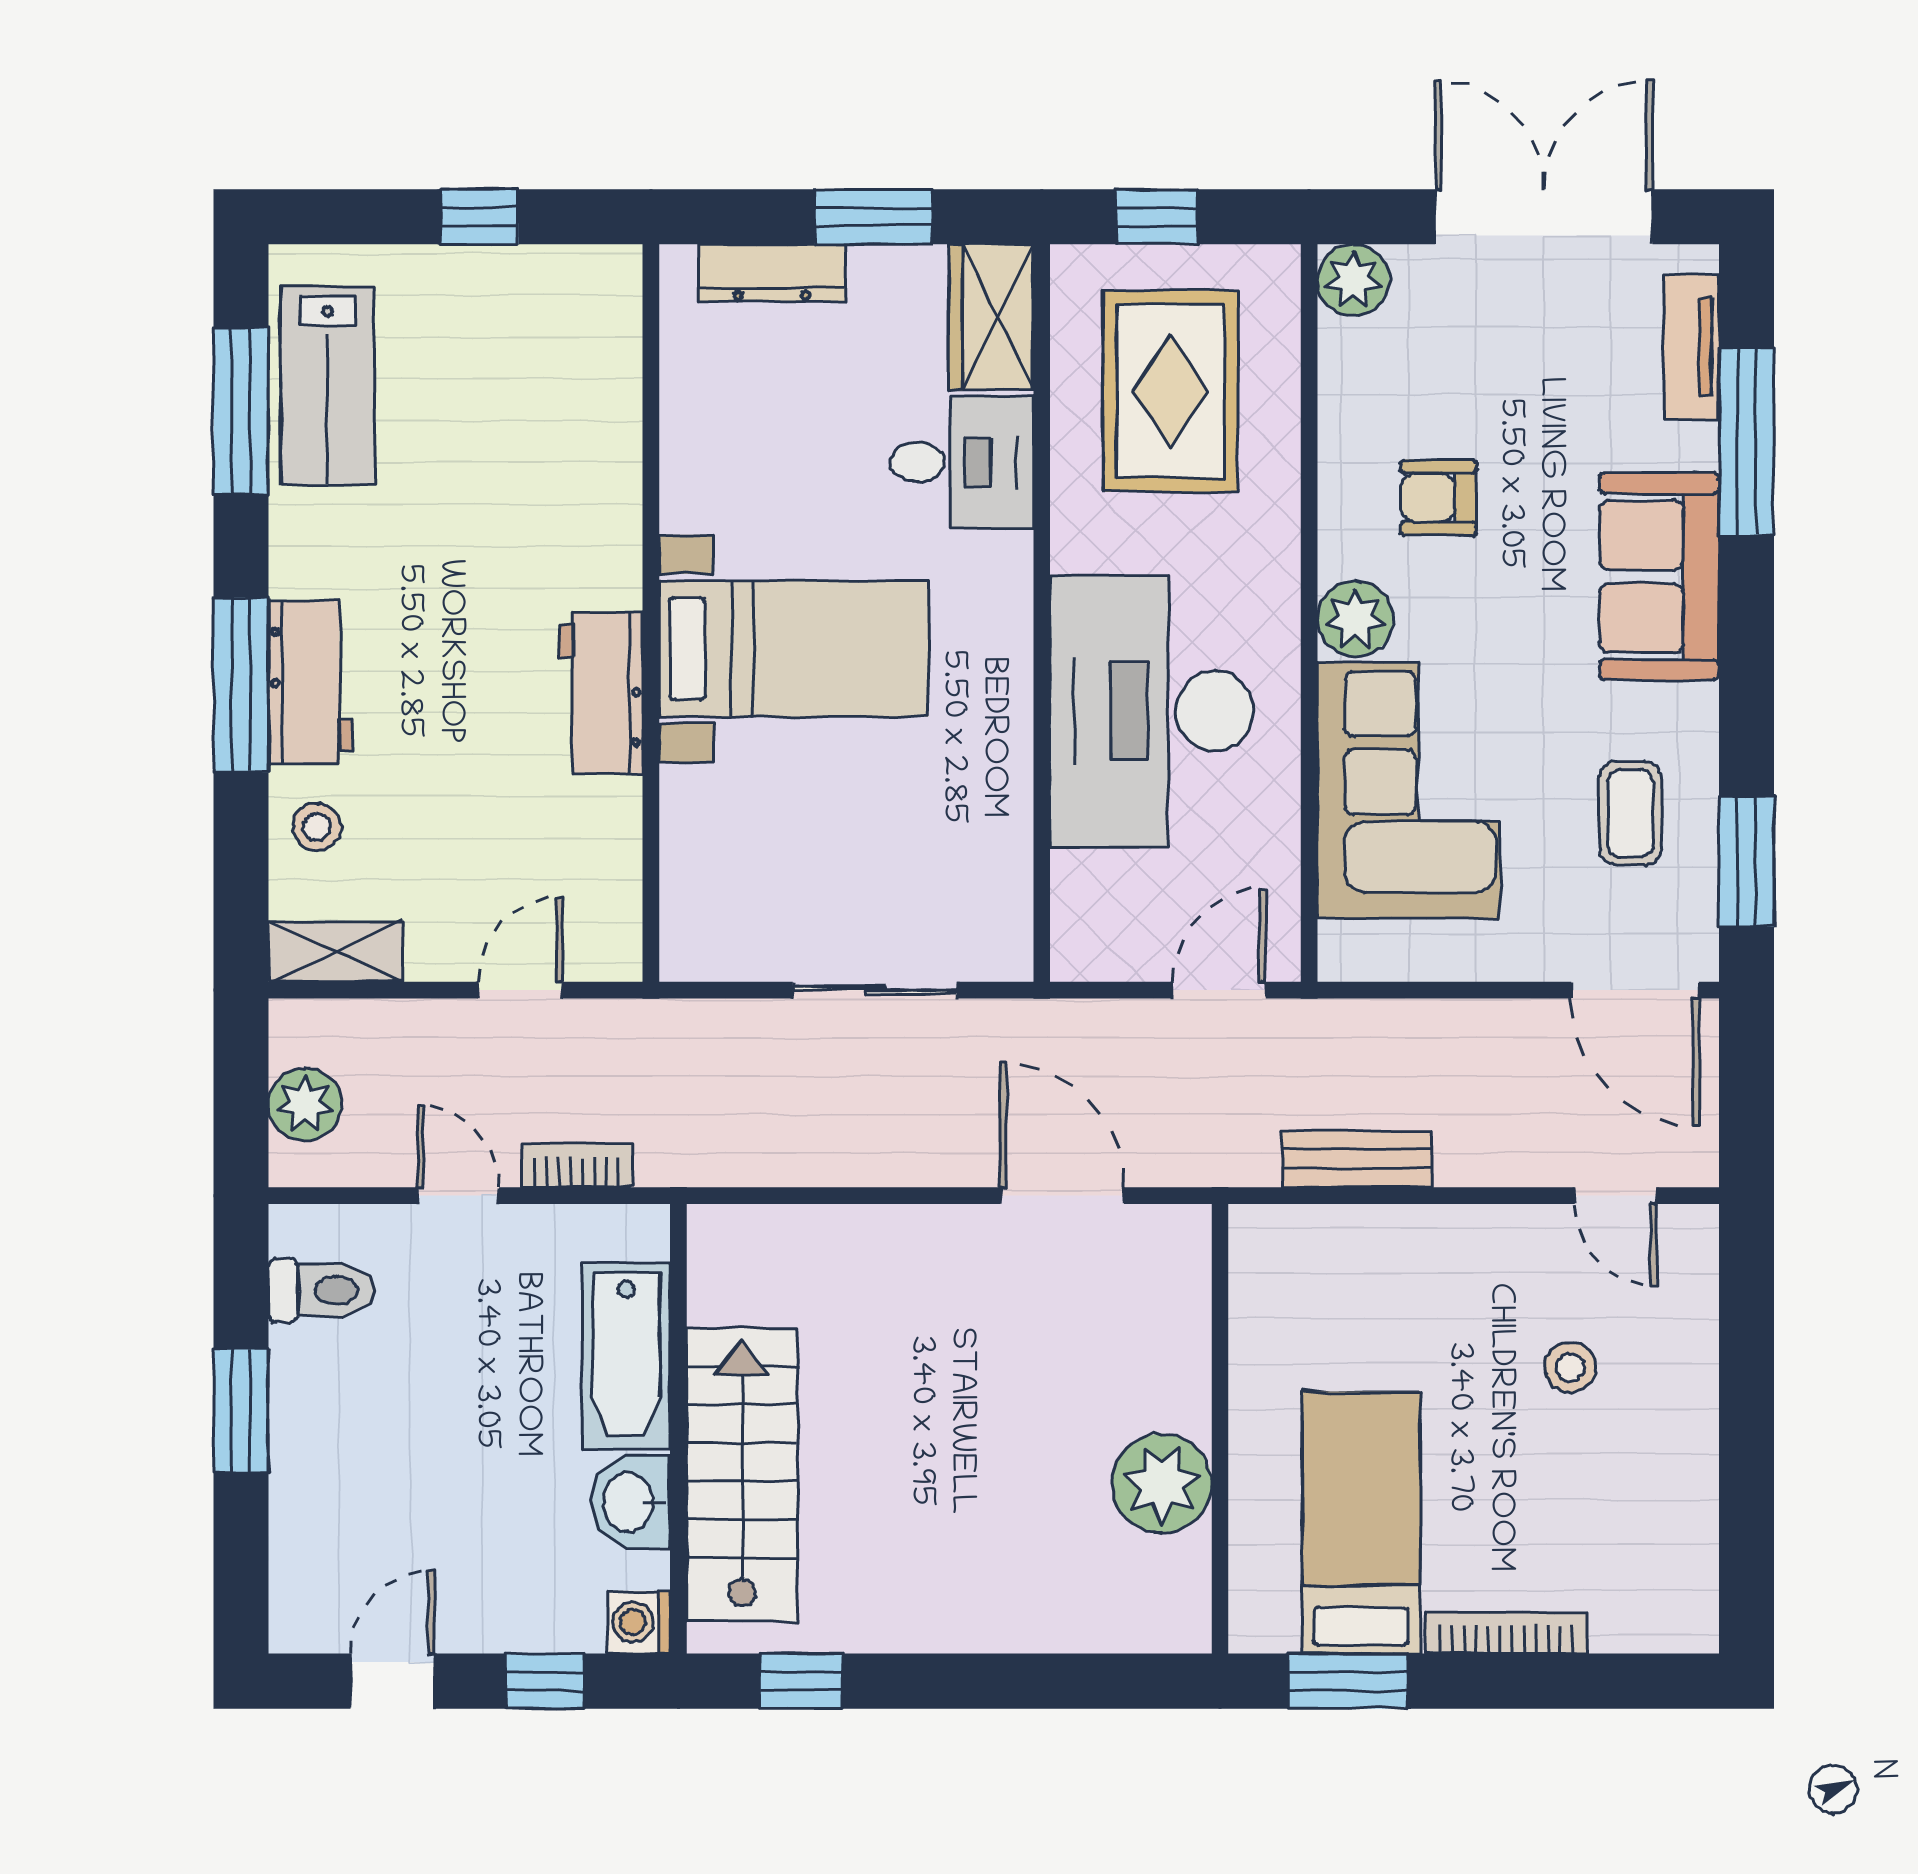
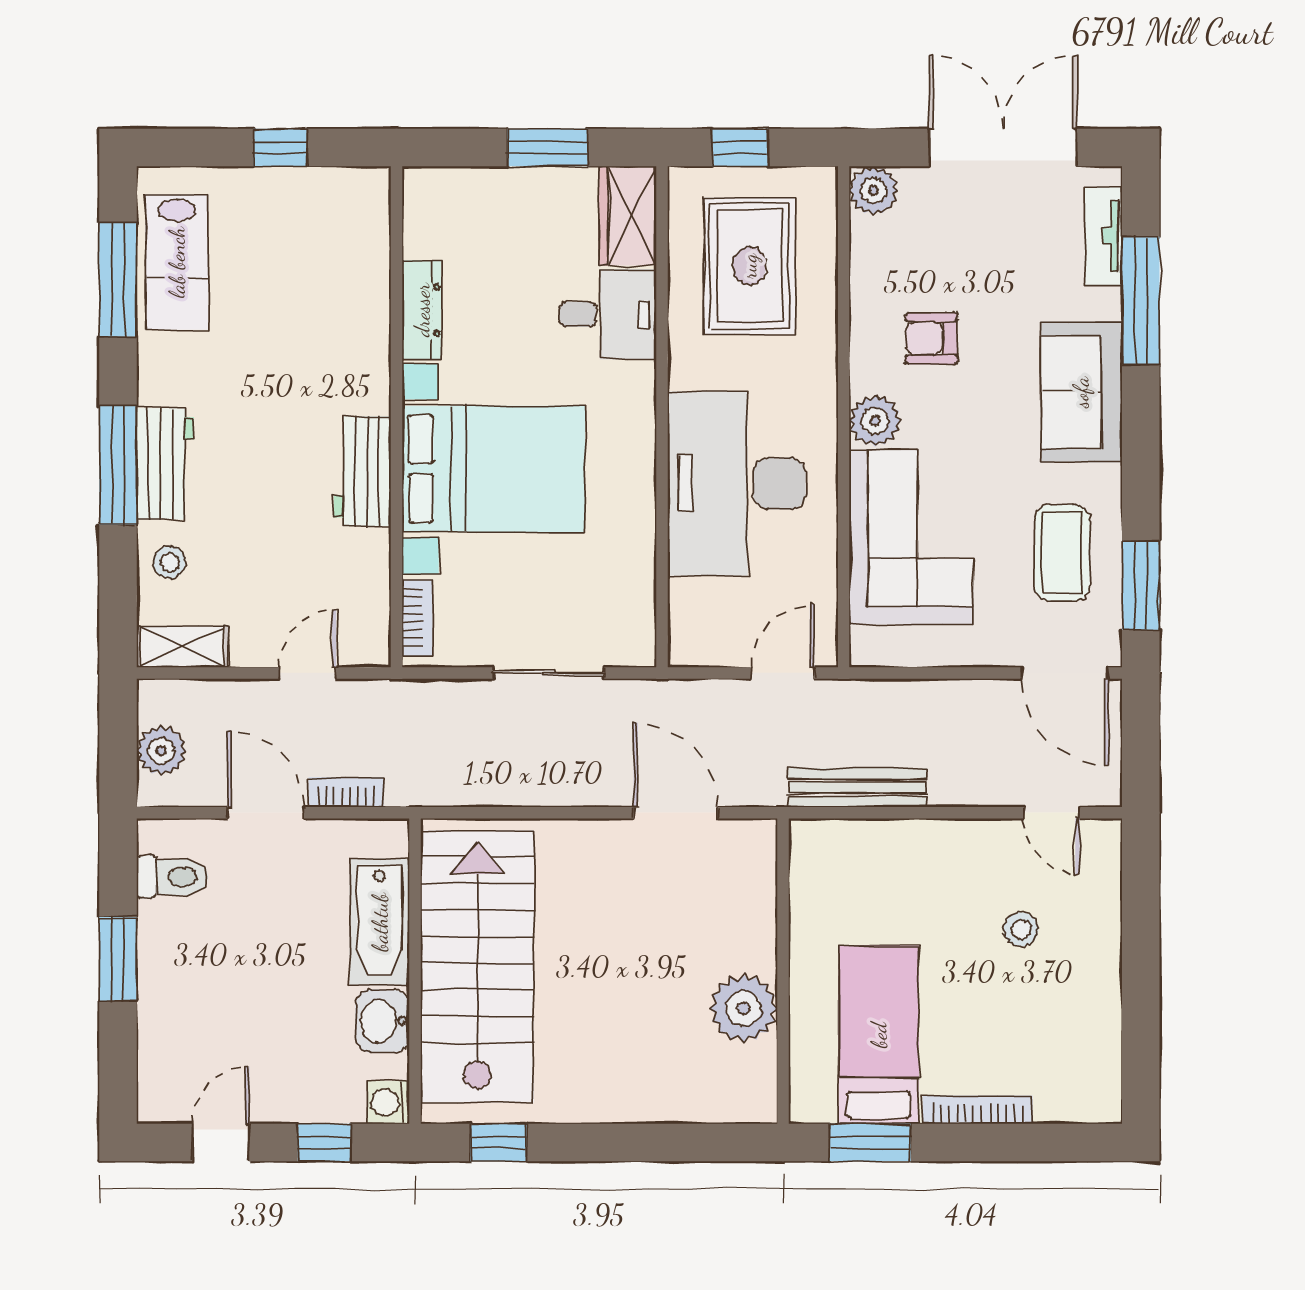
dresser: (772, 273) -> (422, 310), moved, turned -90
bed with nightstands: (794, 649) -> (493, 469), width x1.36
coffee table: (1630, 813) -> (1062, 553), width x1.36, depth x1.30
bookcase: (682, 909) -> (417, 618), added
bench: (1357, 1159) -> (857, 788), width x1.36
door: (458, 1196) -> (265, 813), width x1.38
stairs: (742, 1475) -> (477, 966), width x1.36, depth x1.51

